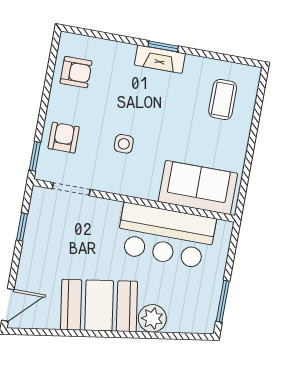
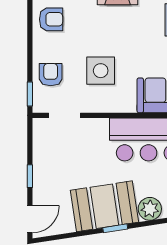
side table: (124, 144) -> (101, 71), width x1.87, depth x1.87
window: (22, 227) -> (30, 176), moved
window: (107, 334) -> (115, 228), added

